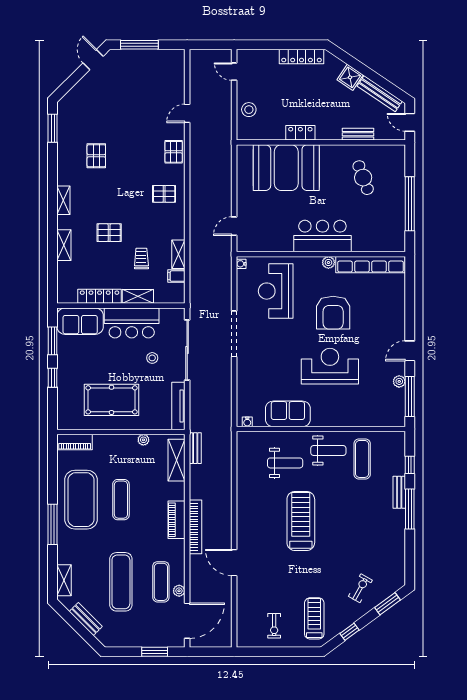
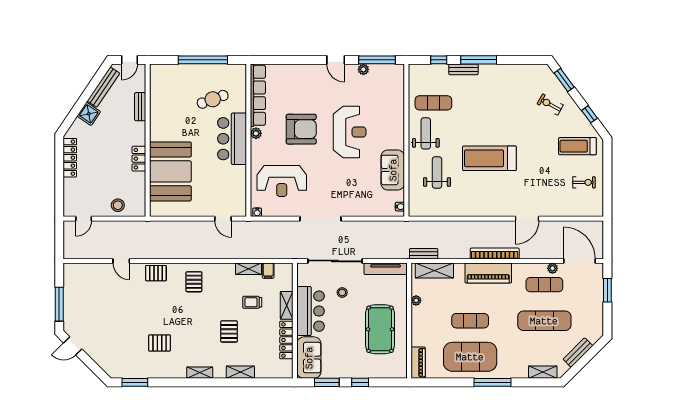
cafe table: (363, 178) -> (213, 99), moved
reception desk: (330, 366) -> (350, 132), turned 180
piano: (176, 520) -> (488, 273), width x1.37, depth x1.33

